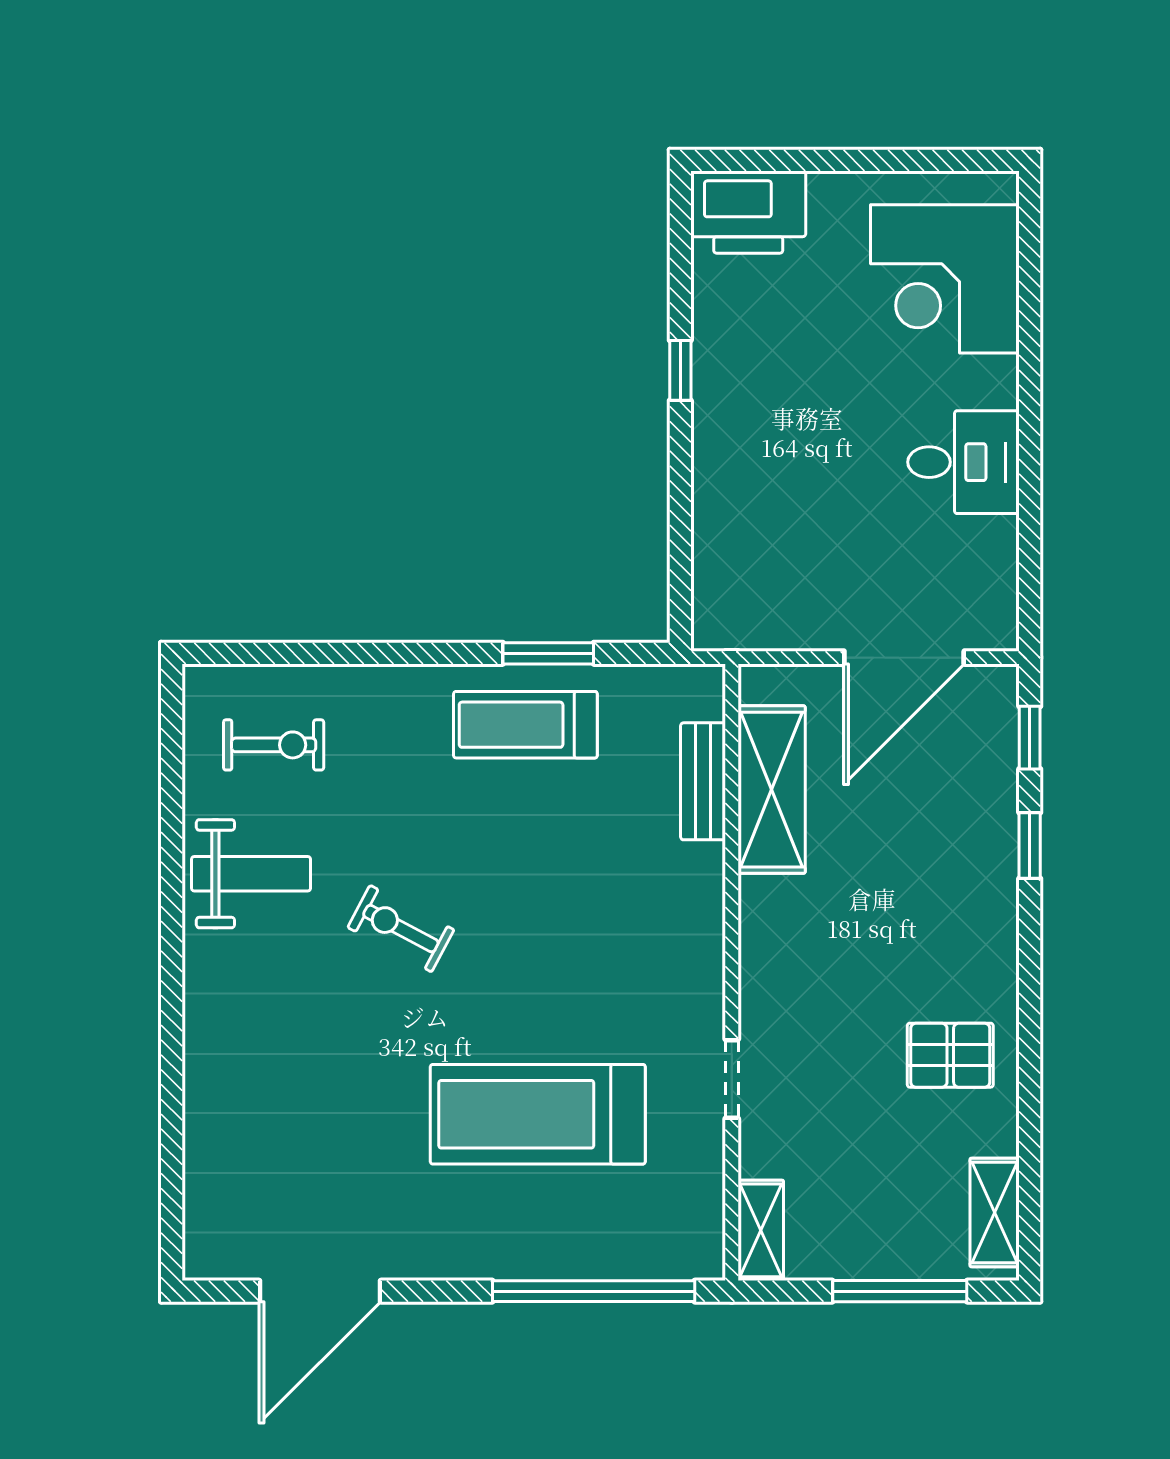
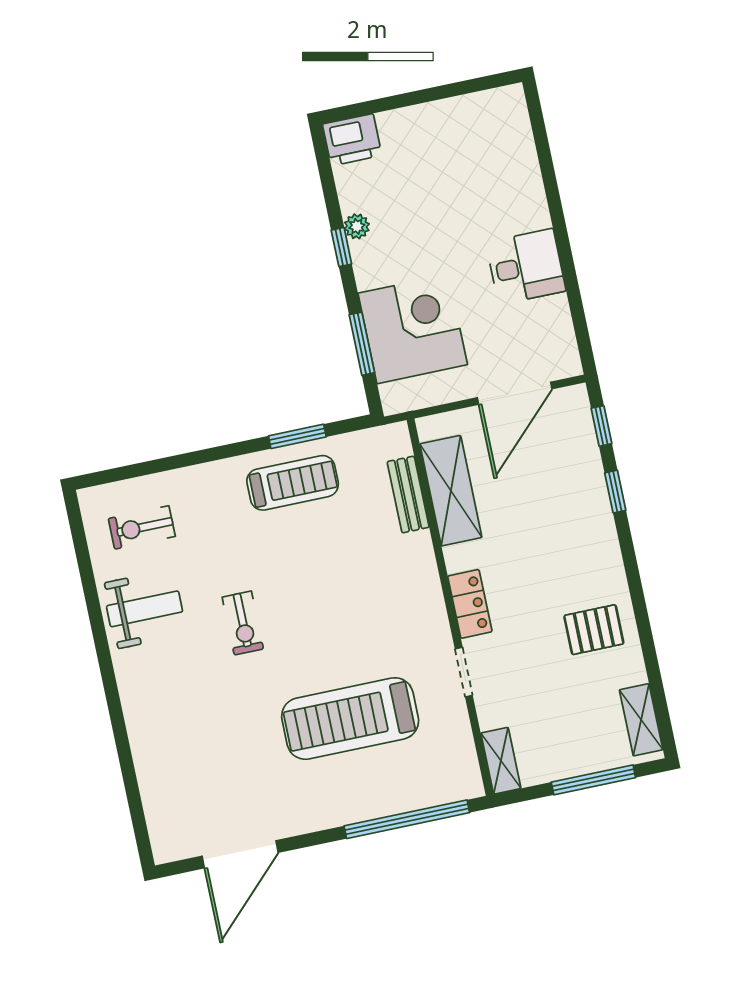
printer: (748, 212) -> (352, 140), width x0.73, depth x0.84
corner desk: (945, 279) -> (413, 329), moved, turned 180
plant: (711, 343) -> (357, 226), added
window: (680, 529) -> (362, 344), added
treadmill: (525, 725) -> (293, 483), turned 180
exercise bike: (274, 745) -> (142, 527), turned 180
exercise bike: (401, 929) -> (243, 623), turned -118
locker: (764, 974) -> (470, 604), added

